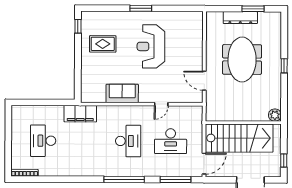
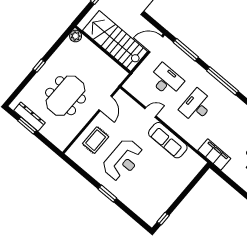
dresser: (240, 18) -> (29, 117), moved
rug: (103, 44) -> (96, 140), moved, turned 90
sofa: (122, 93) -> (168, 140), width x1.36

